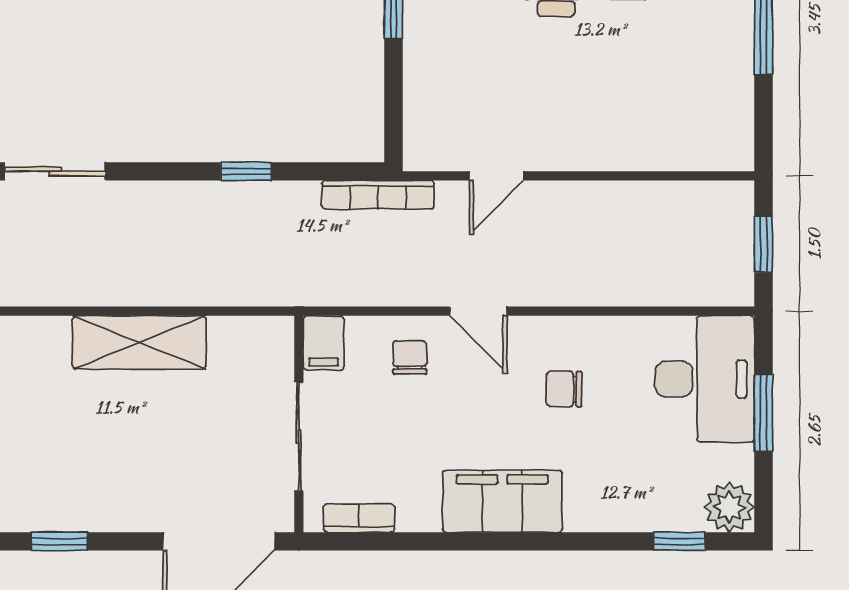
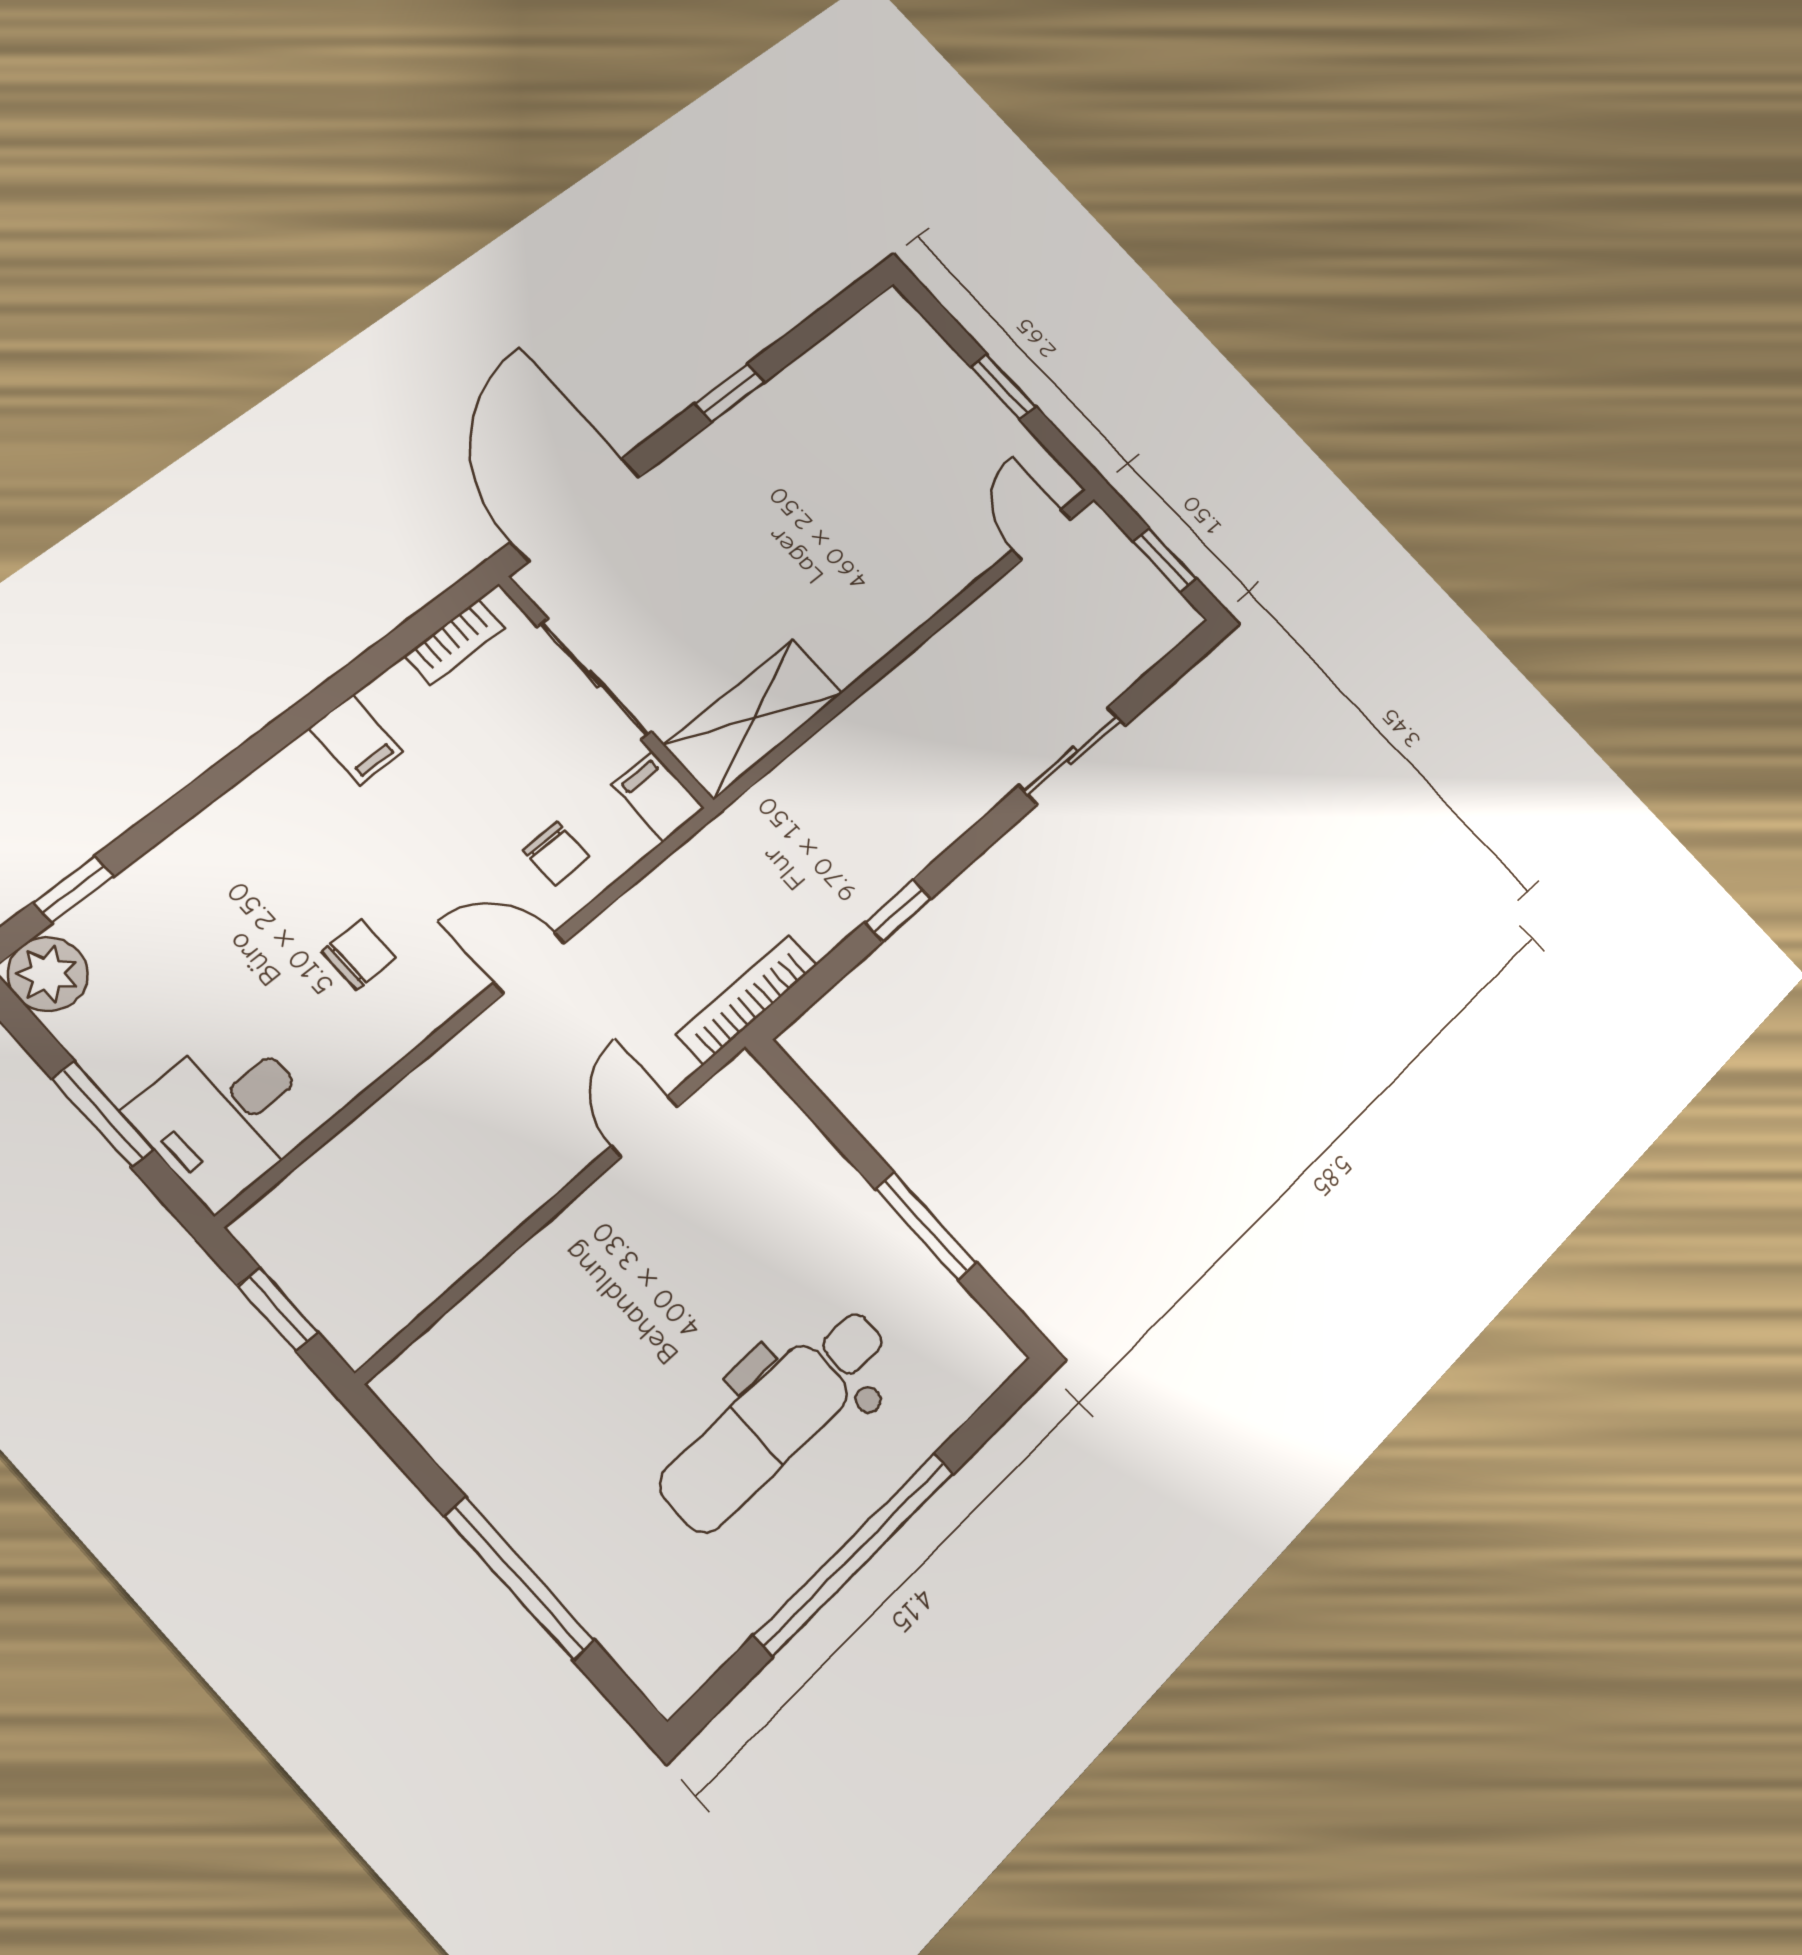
shelving: (139, 342) -> (754, 719), moved
desk: (705, 379) -> (225, 1116), width x0.73
filing cabinet: (502, 501) -> (356, 740), width x0.33, depth x0.86

